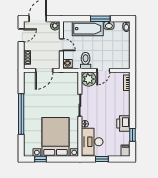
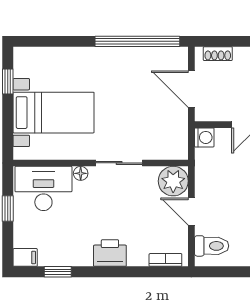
toilet: (86, 61) -> (212, 246), moved
window: (21, 114) -> (137, 41), moved
printer: (123, 123) -> (110, 253), moved
bed with nightstands: (56, 137) -> (54, 113), width x0.73

